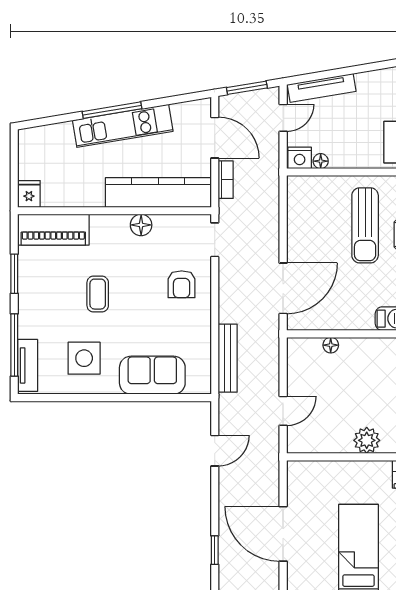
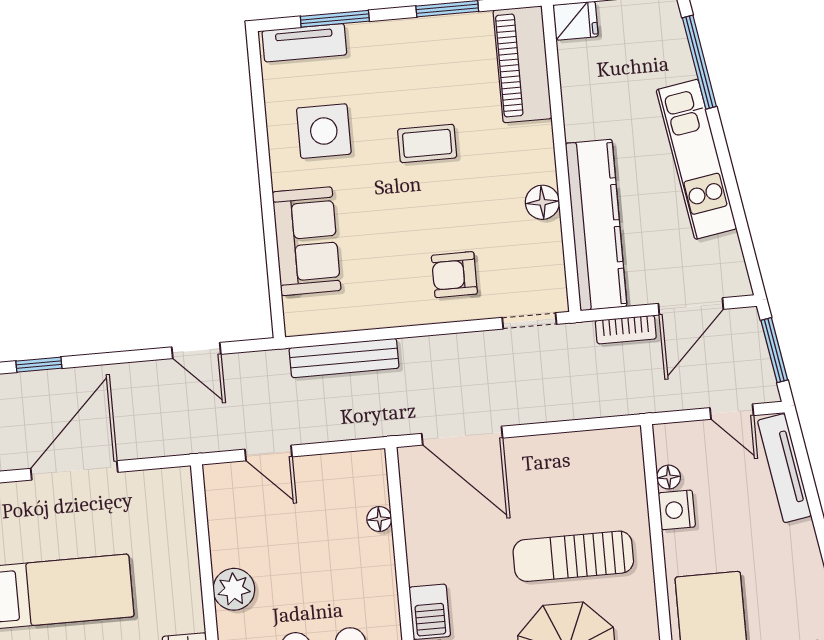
window: (112, 110) -> (699, 62), moved
nightstand: (300, 158) -> (677, 510), moved
window: (14, 345) -> (335, 19), width x0.69

